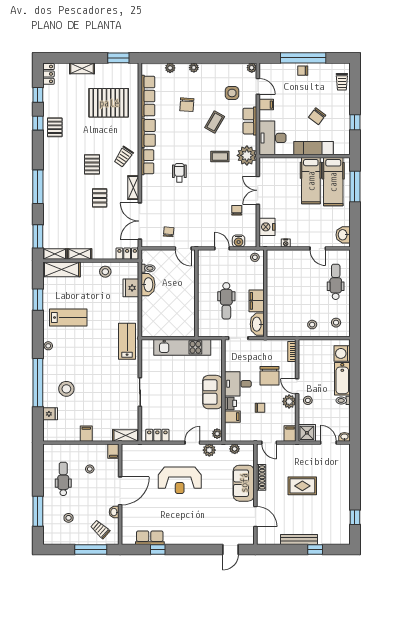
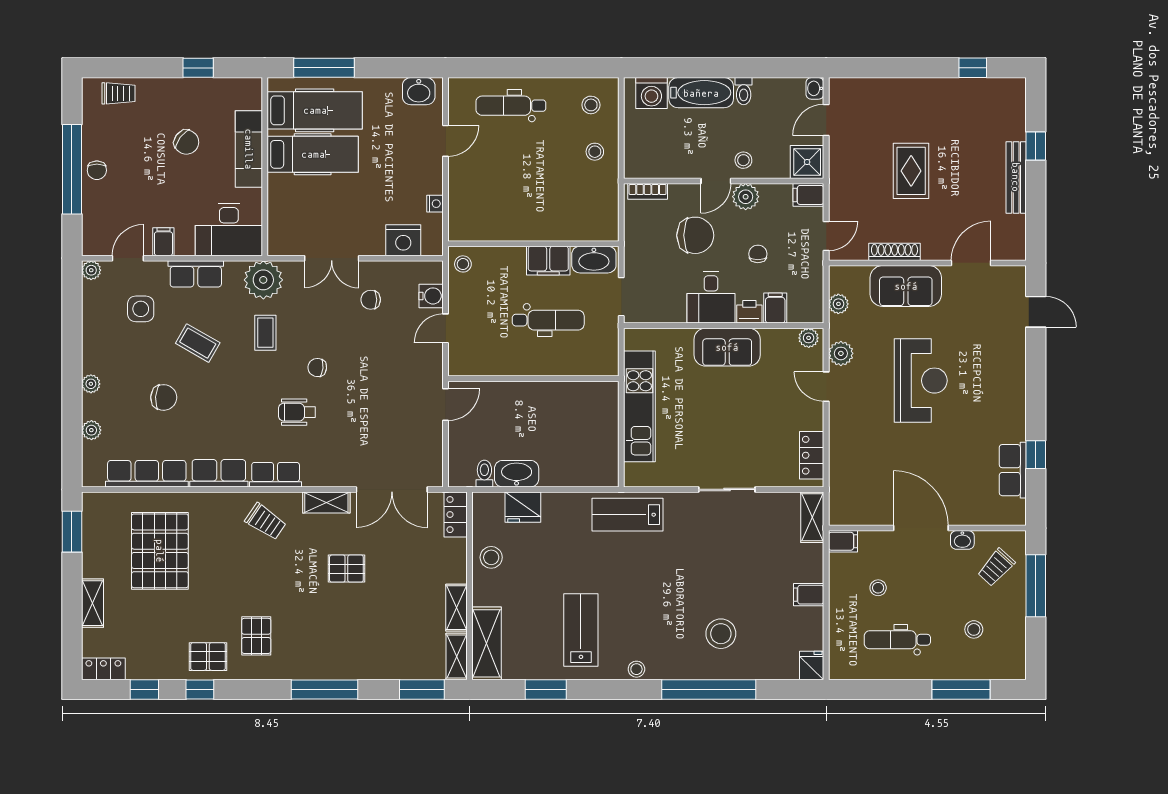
pallet: (92, 164) -> (256, 636), moved, turned 90
chair: (169, 232) -> (317, 368), moved
fridge: (50, 414) -> (812, 666), moved
reception desk: (180, 480) -> (921, 381), moved

